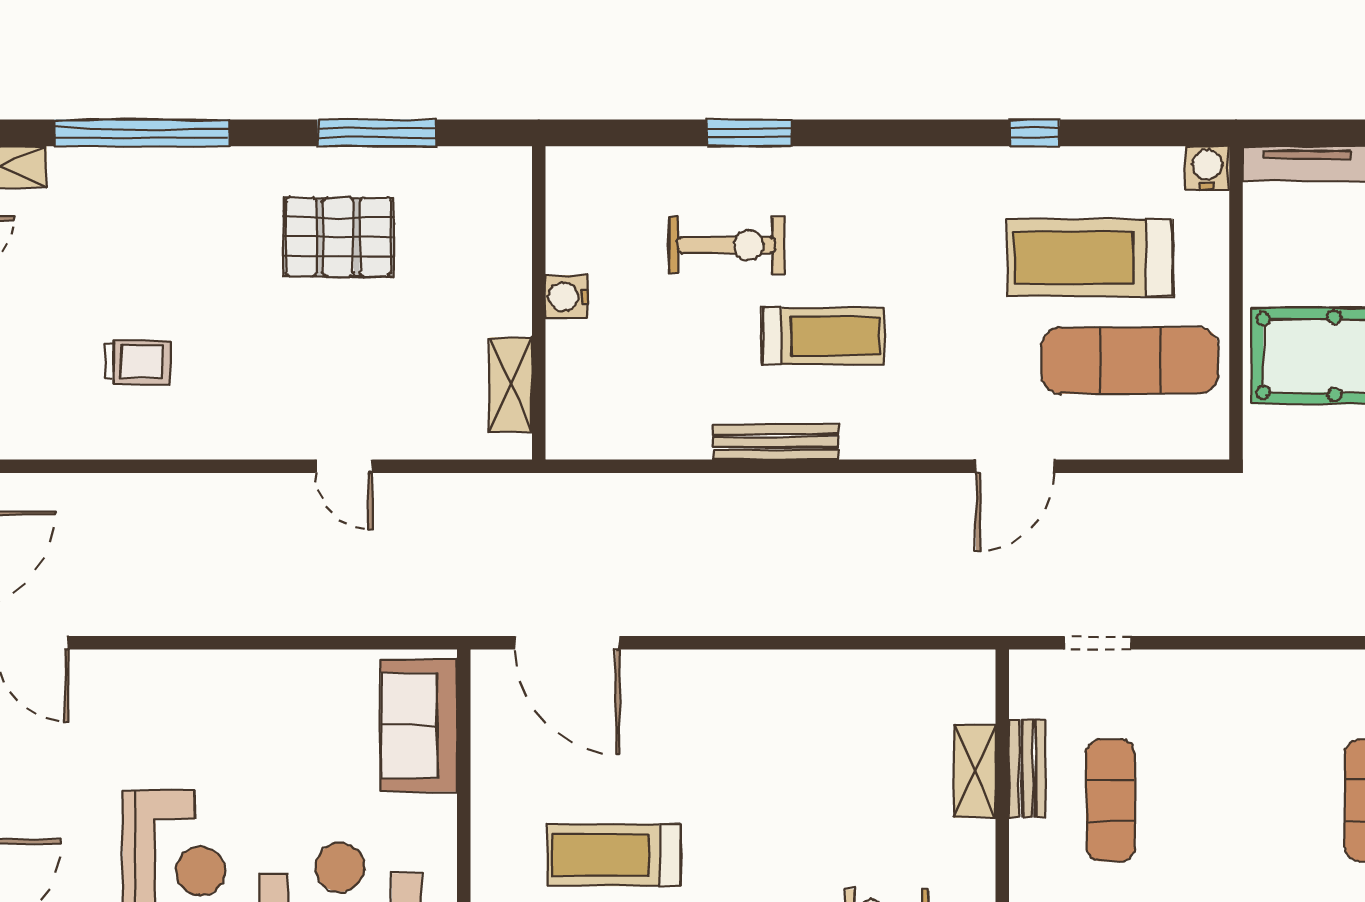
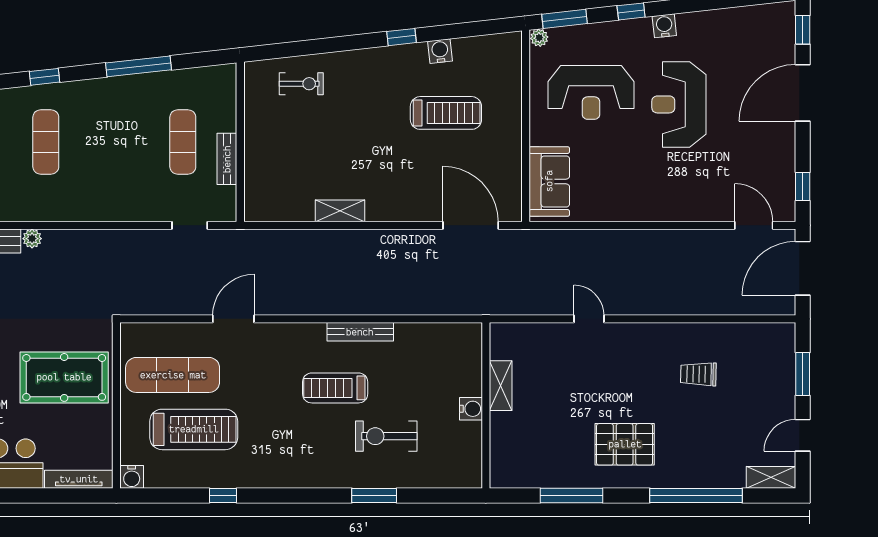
pallet: (338, 237) -> (625, 444), moved
shelving: (511, 385) -> (501, 386), moved
shelving: (975, 771) -> (340, 211), moved, turned 90

